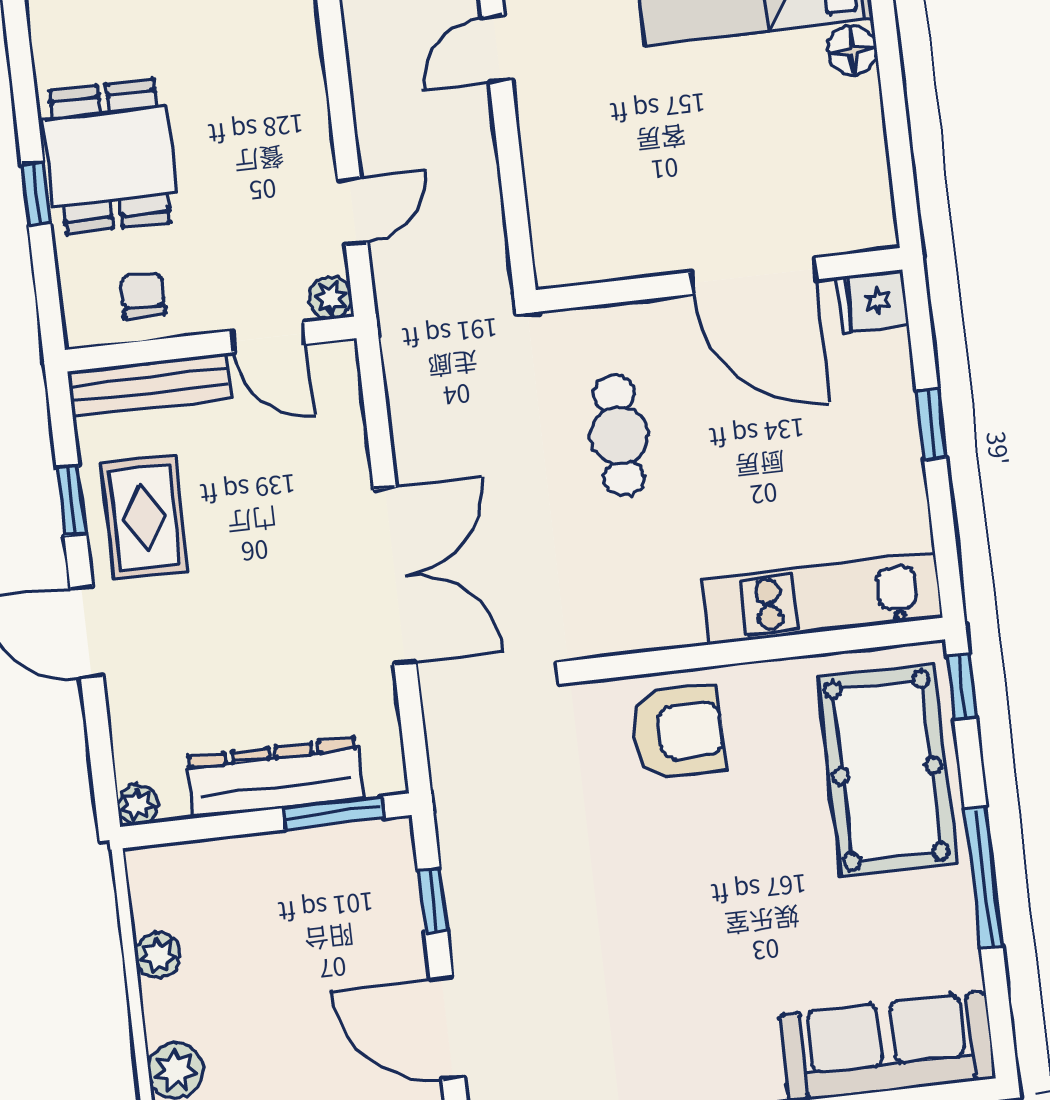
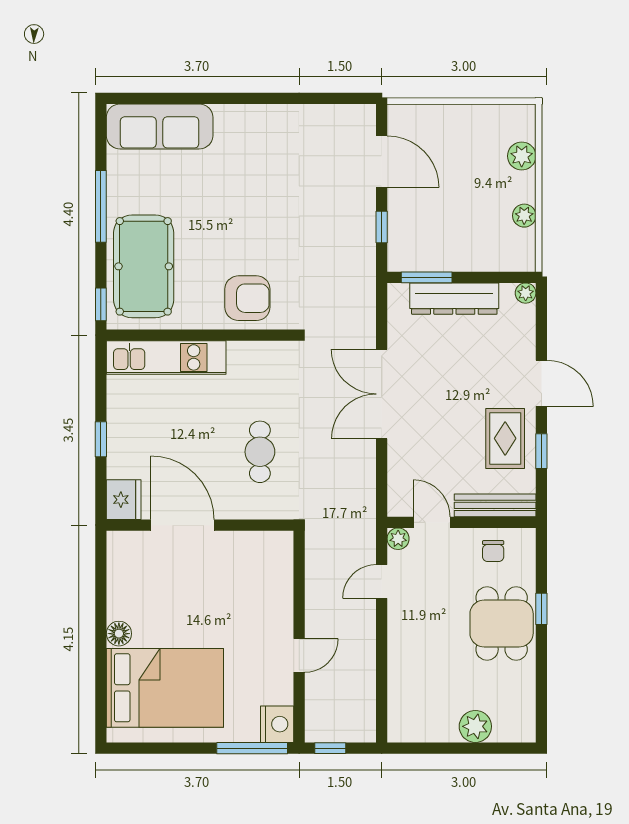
fridge: (872, 301) -> (124, 500), width x1.38
armchair: (678, 732) -> (247, 298), turned 180

